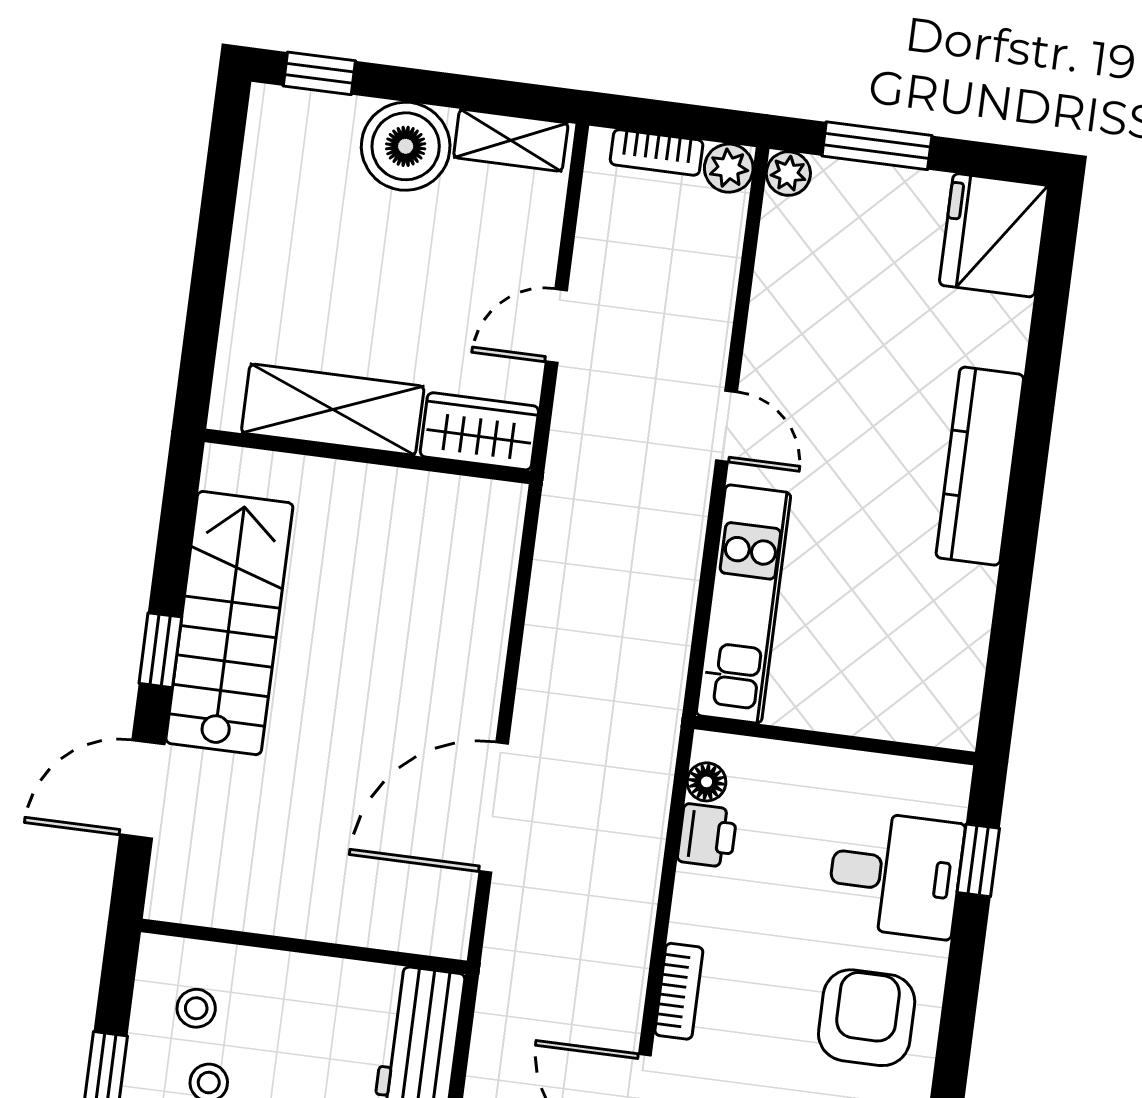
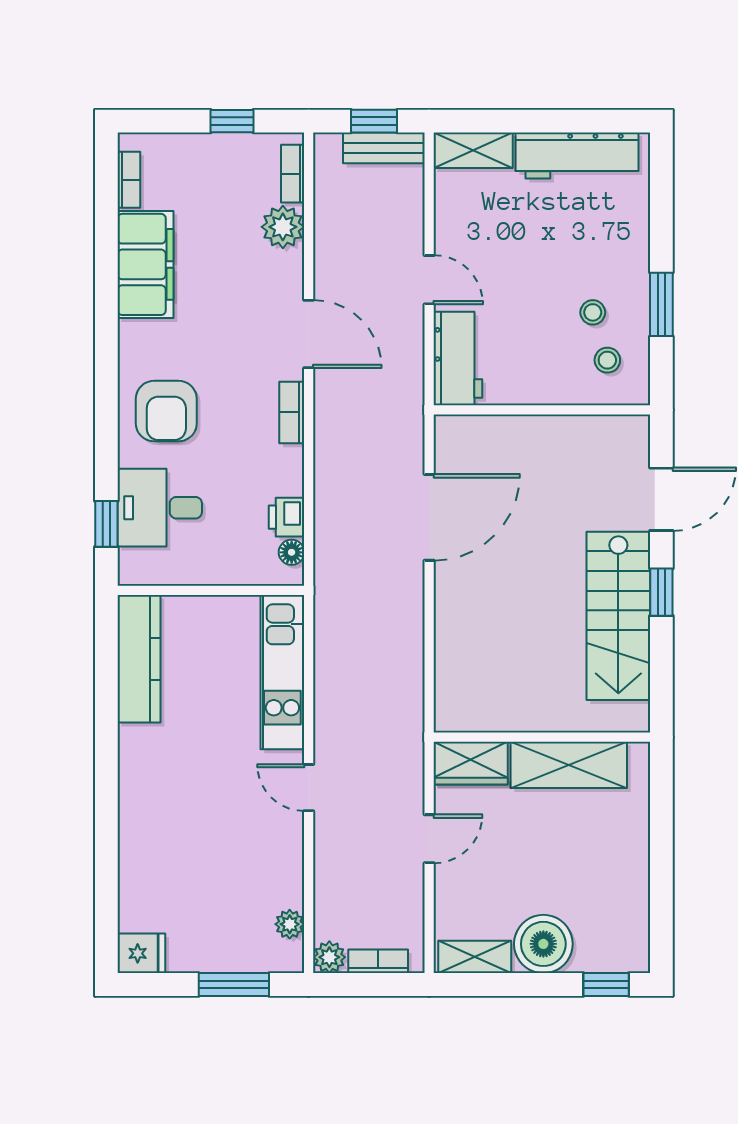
plant: (788, 174) -> (290, 924), moved
fridge: (994, 235) -> (141, 953), width x0.53, depth x0.75
kitchen counter: (980, 466) -> (139, 659), moved

